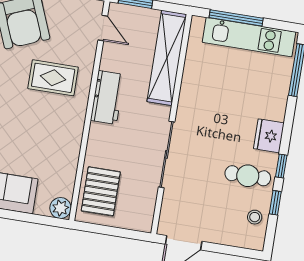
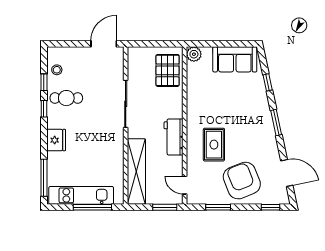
rug: (53, 78) -> (214, 145), turned 90
fridge: (269, 136) -> (56, 140), moved

